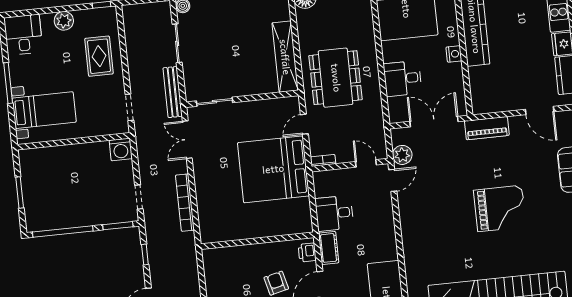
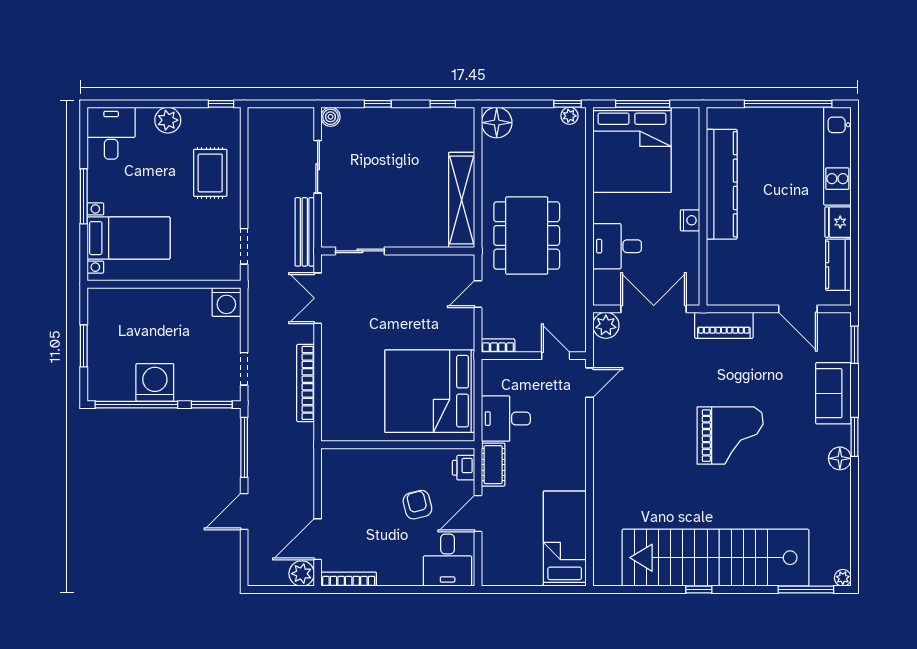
plant: (402, 155) -> (606, 325), moved
bed: (273, 169) -> (430, 391), moved
washing machine: (75, 214) -> (155, 382), added
window: (145, 254) -> (244, 447), width x2.17

